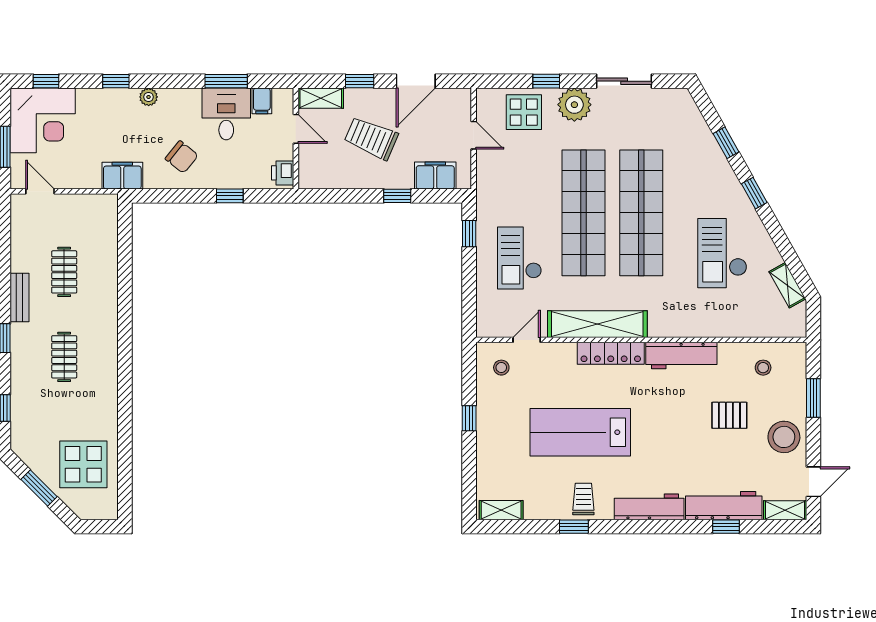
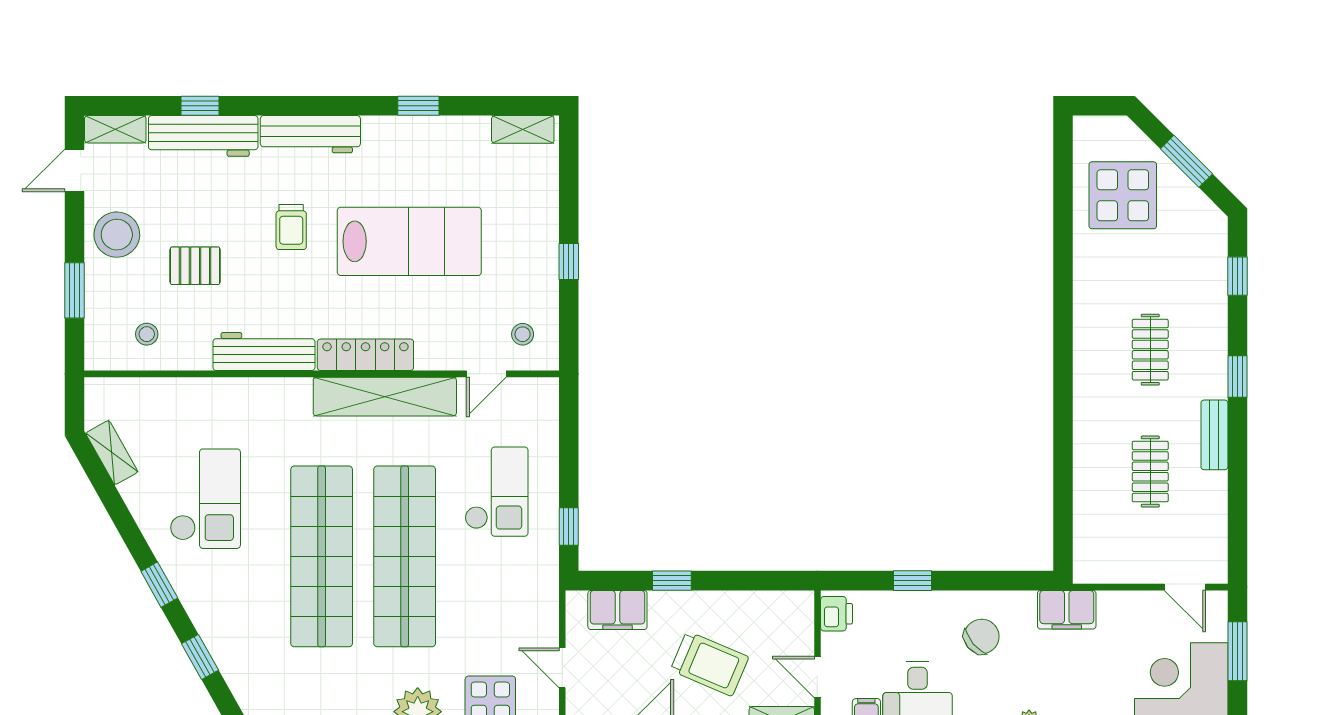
chair: (182, 157) -> (982, 636), turned 101
trolley: (583, 499) -> (291, 227), moved

